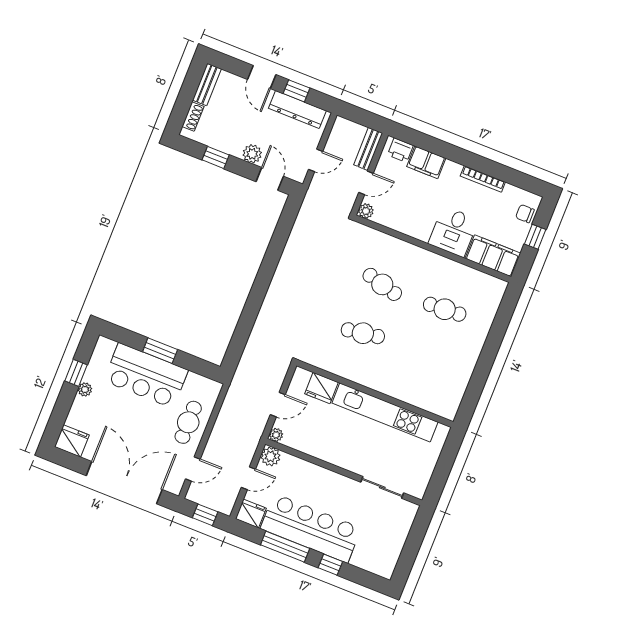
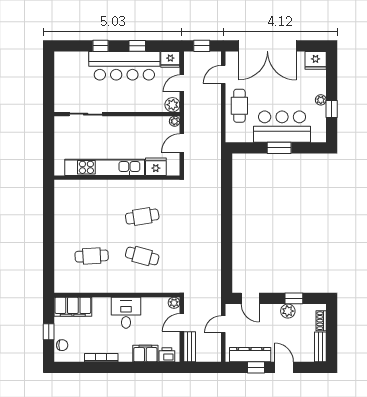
plant: (252, 154) -> (288, 311), moved
desk: (453, 232) -> (126, 313), moved
window: (285, 547) -> (137, 46), width x0.46

